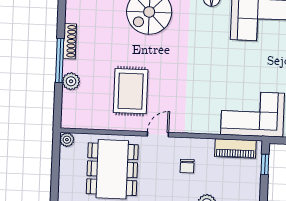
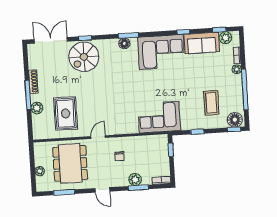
rug: (131, 91) -> (66, 113), moved
plant: (67, 140) -> (40, 171), moved
piano: (235, 148) -> (150, 141), removed

